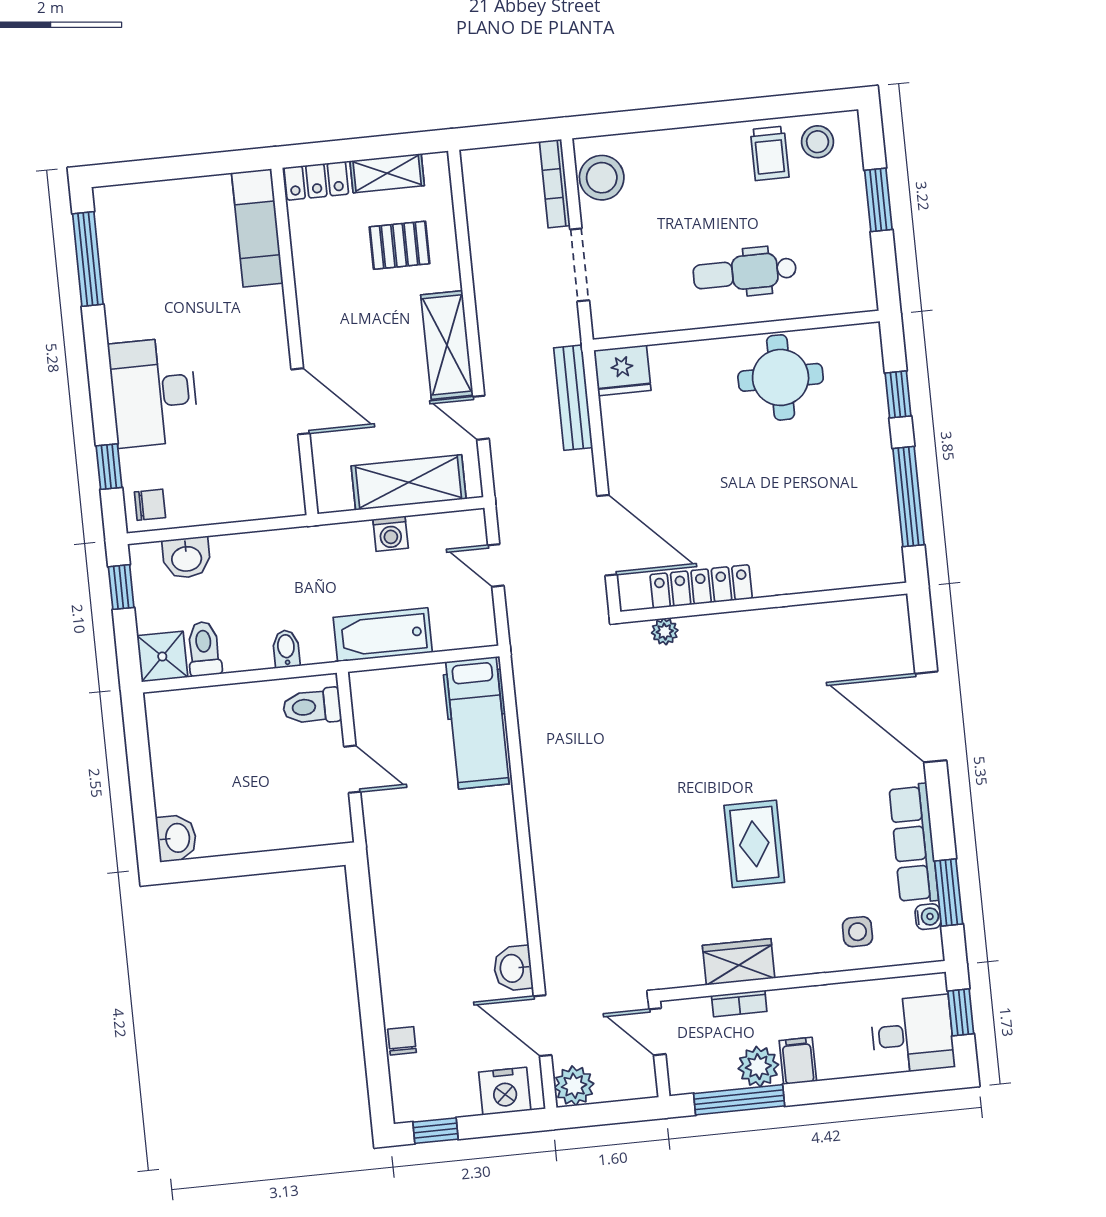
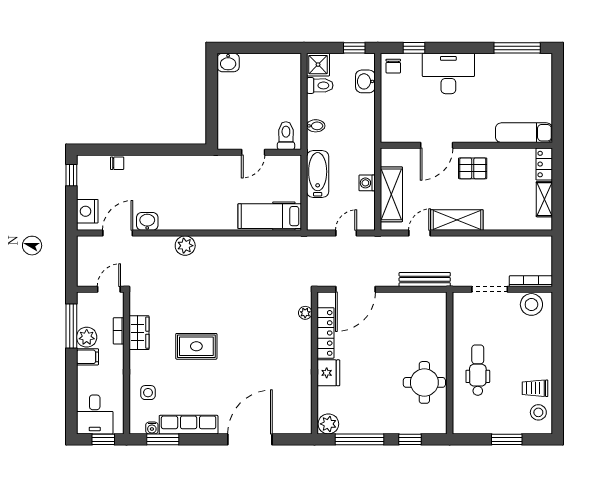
pallet: (400, 245) -> (473, 168), moved, turned 90
fridge: (622, 370) -> (328, 373), moved, turned 180
plant: (884, 562) -> (328, 424), added
plant: (574, 1086) -> (185, 246), moved

